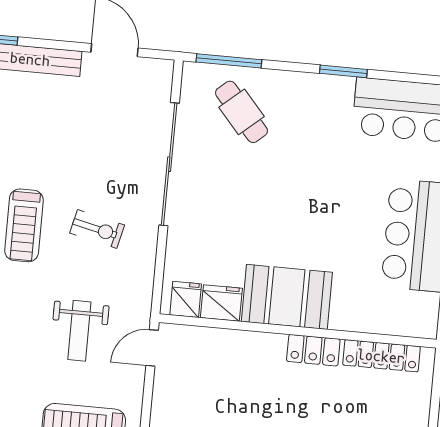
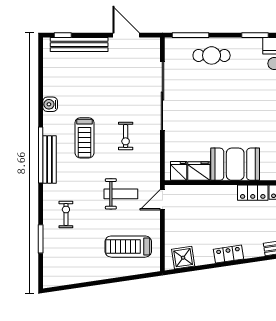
cafe table: (242, 112) -> (212, 55), moved, turned -49
exercise bike: (97, 229) -> (126, 136), turned 77
weight bench: (79, 331) -> (121, 194), turned -90

